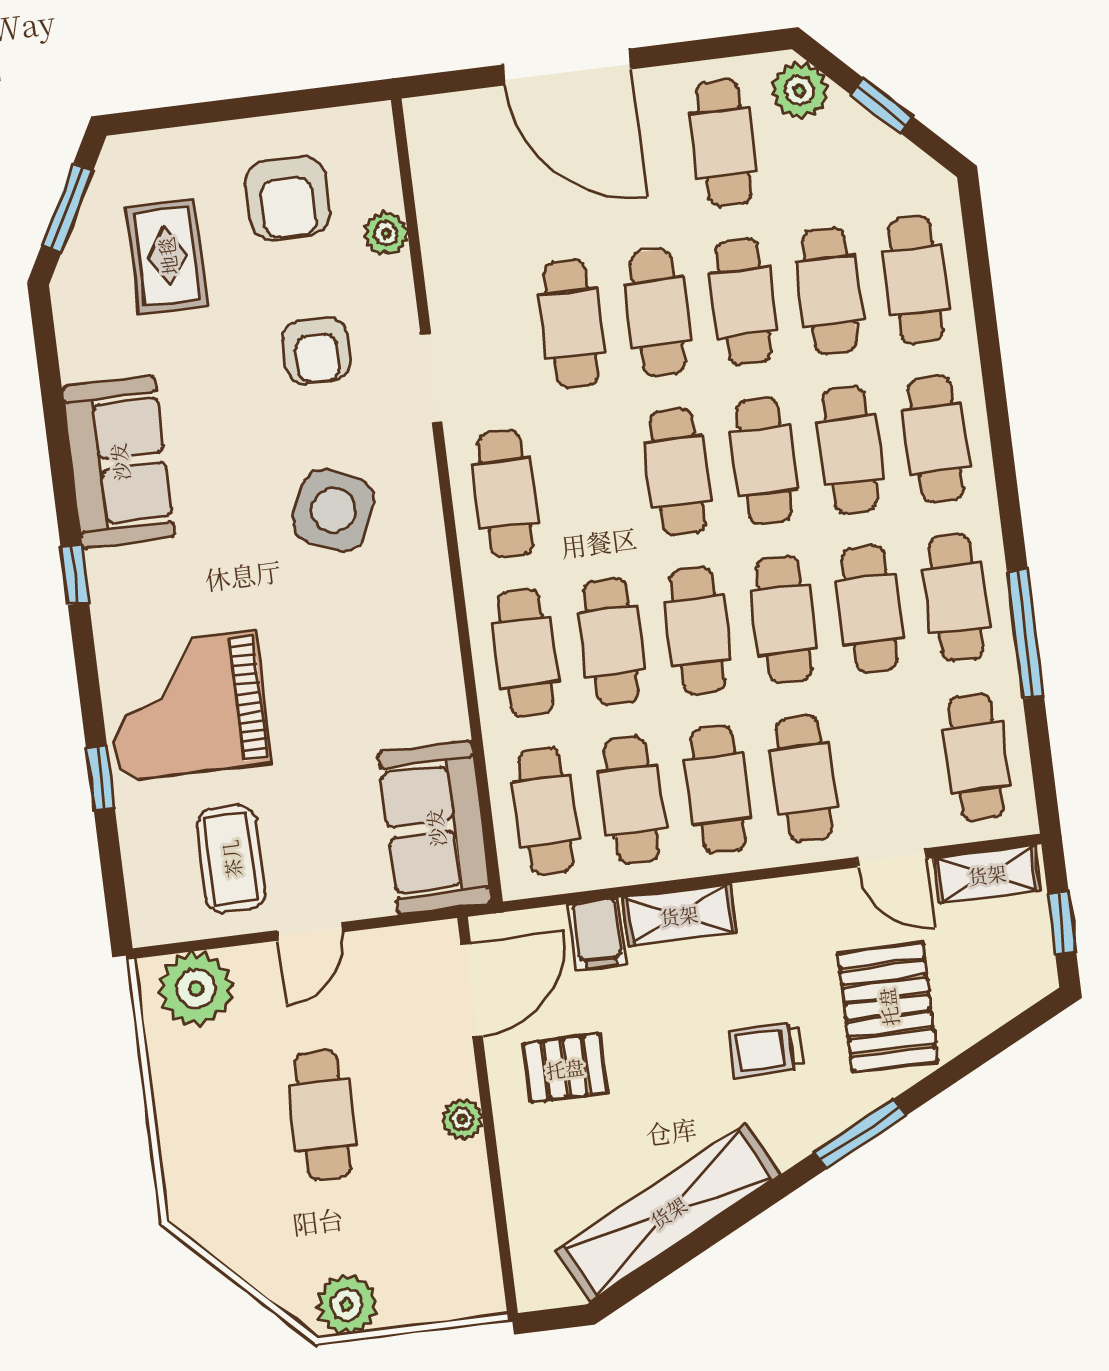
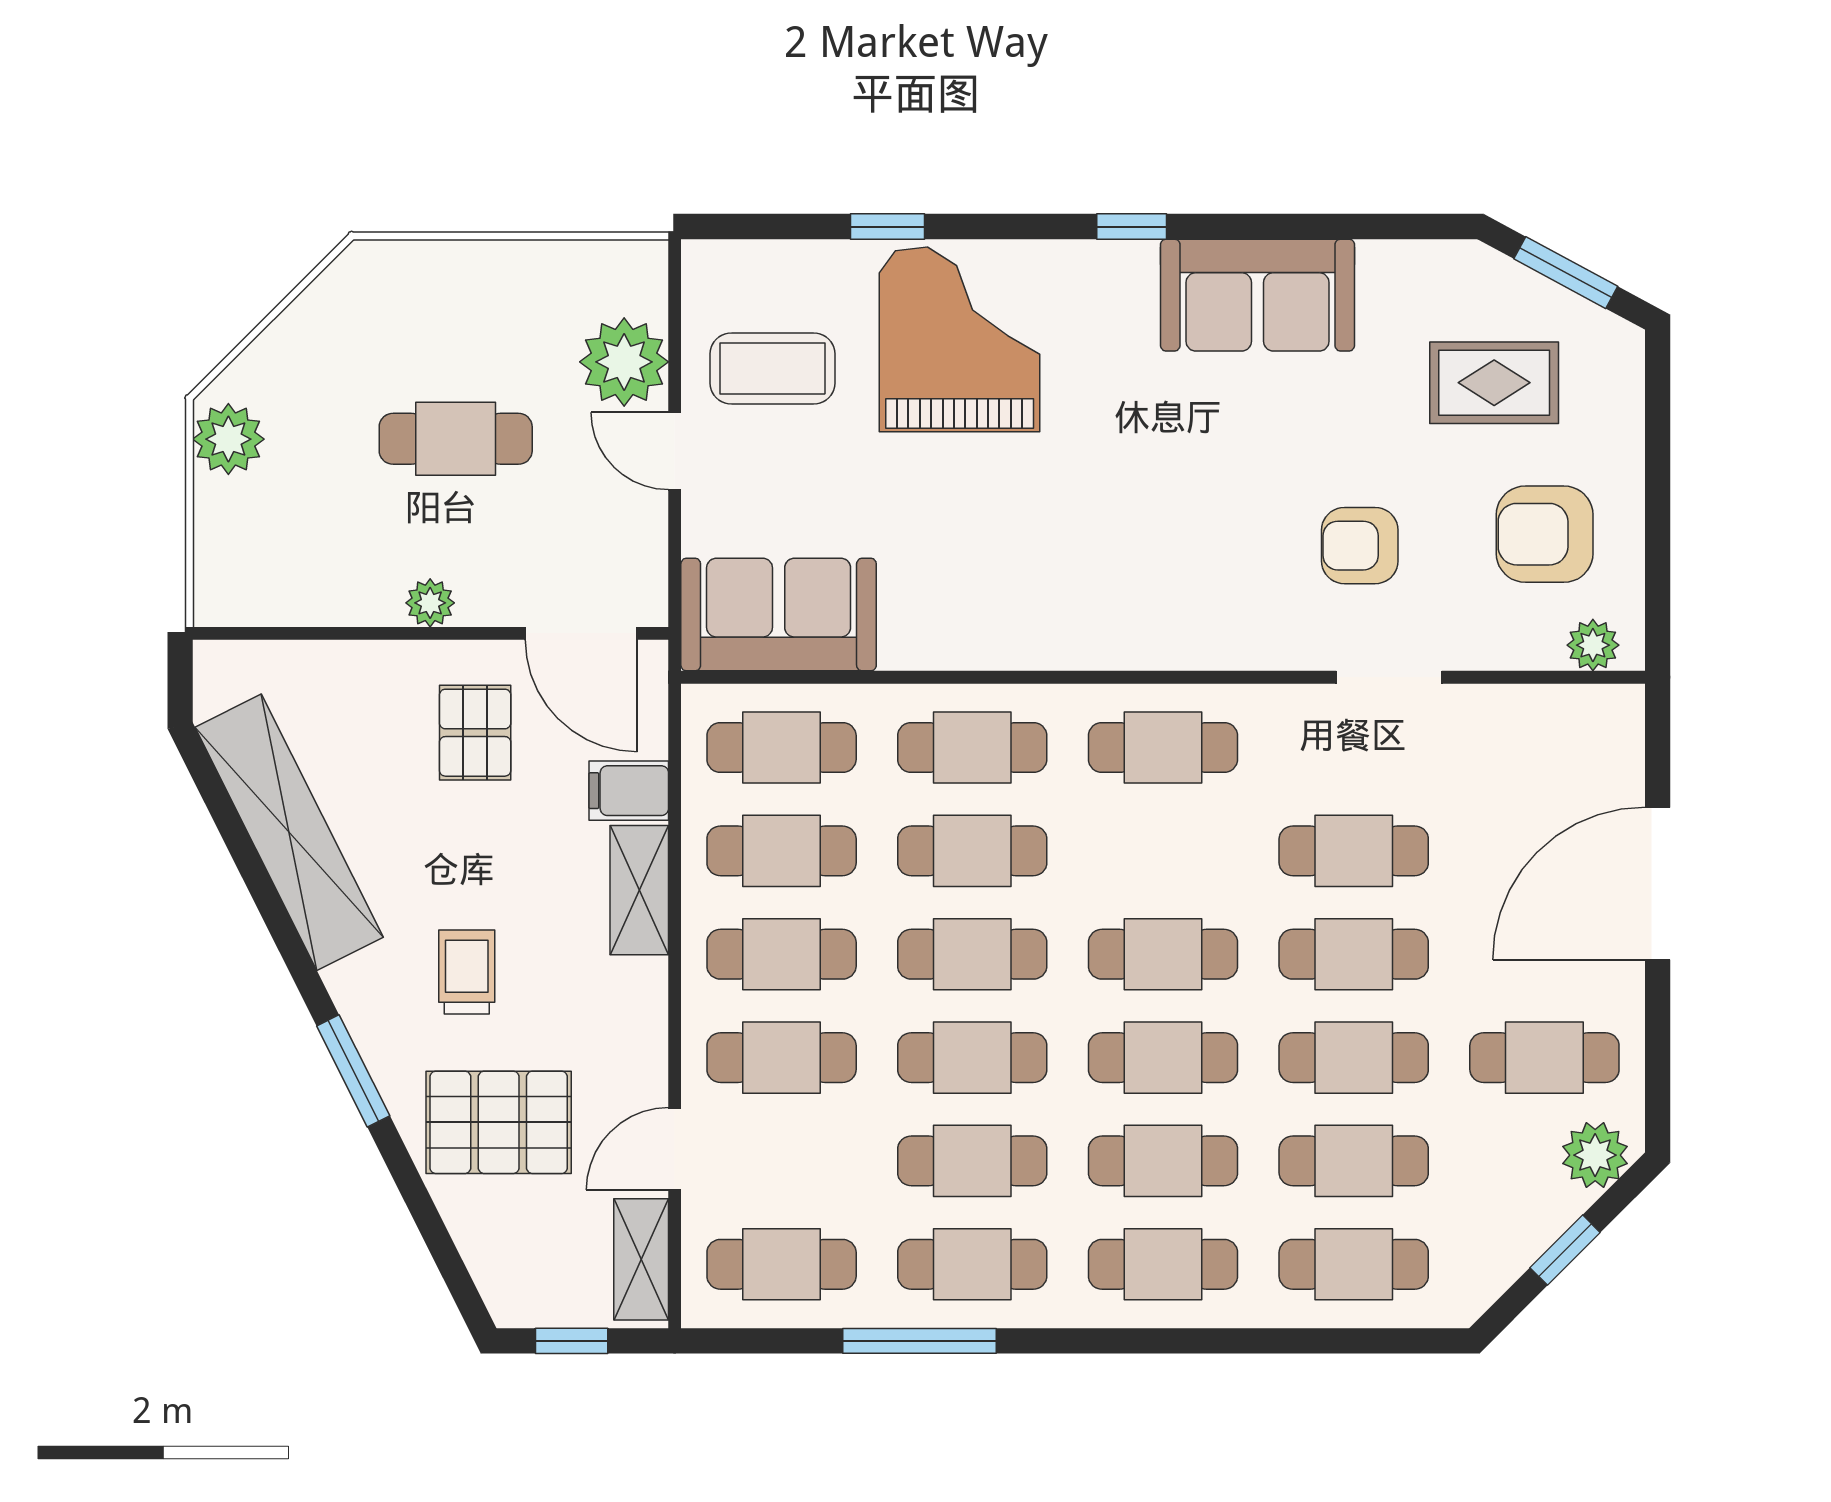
plant: (386, 233) -> (1593, 645), moved
doorway: (431, 378) -> (1389, 677), moved
side table: (333, 510) -> (1169, 542), removed
plant: (196, 989) -> (624, 362), moved

